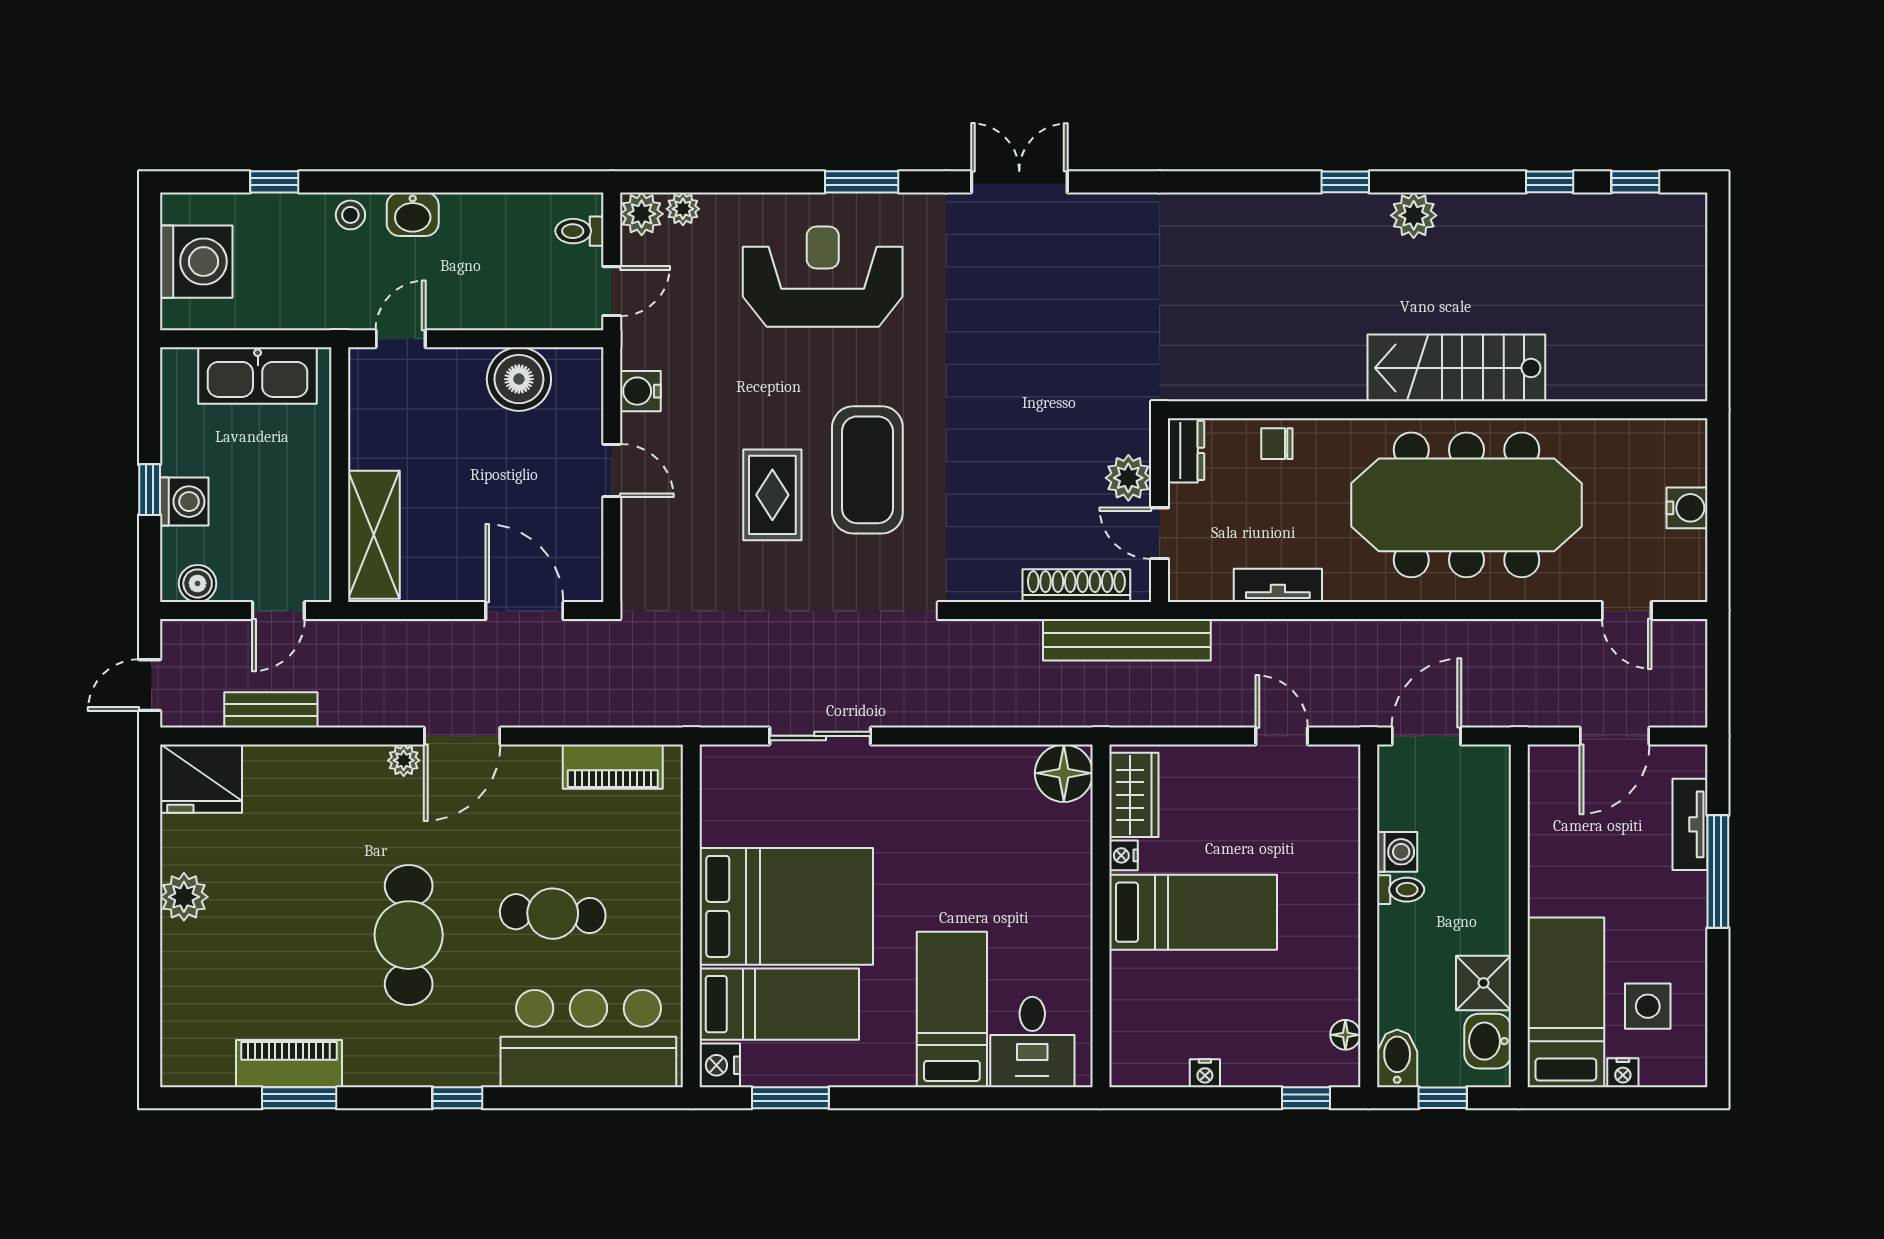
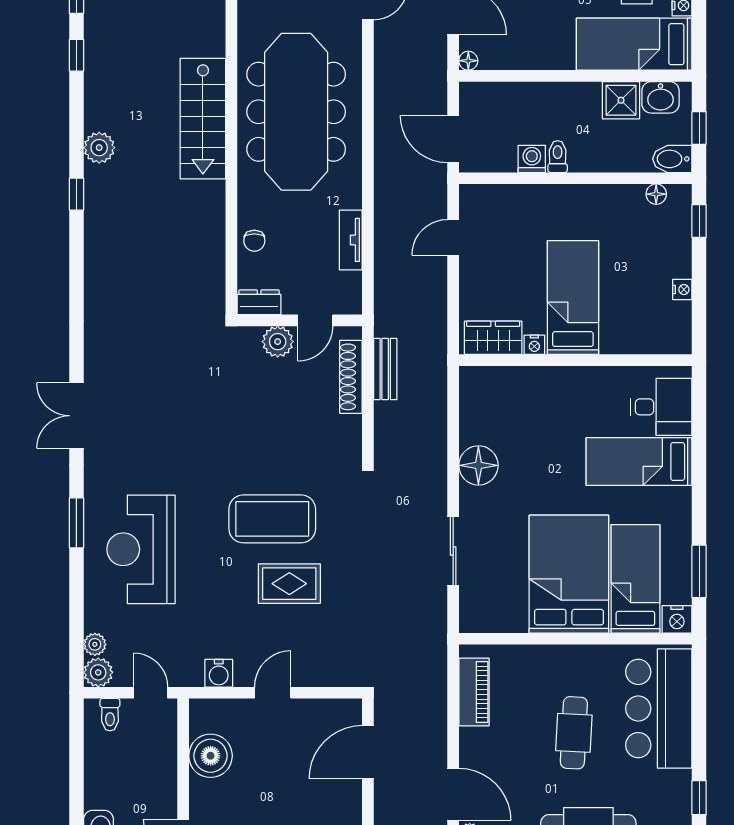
bench: (1127, 640) -> (385, 369), width x0.54, depth x0.82
floor lamp: (1542, 758) -> (468, 61), added
floor lamp: (1064, 773) -> (478, 465), moved

